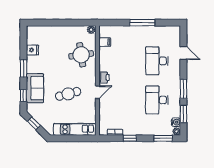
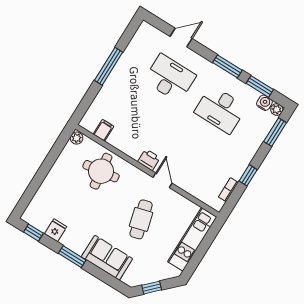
desk: (157, 61) -> (170, 78), turned 180
window: (23, 95) -> (33, 233), moved

